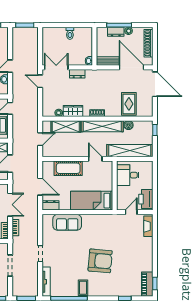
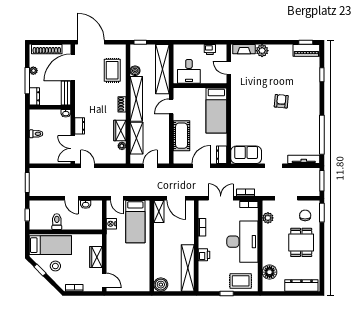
dresser: (116, 32) -> (34, 96), moved
door: (40, 81) -> (88, 166), swing flipped
door: (155, 84) -> (91, 42), hinge flipped
rug: (129, 104) -> (112, 70), turned 90
door: (40, 139) -> (150, 166), hinge flipped
printer: (146, 199) -> (210, 50), width x0.53, depth x0.68
sofa: (67, 222) -> (246, 155), moved, turned -90
plant: (147, 243) -> (262, 51), added
armchair: (100, 261) -> (281, 101), width x0.53, depth x0.53
coffee table: (83, 288) -> (310, 120), removed

